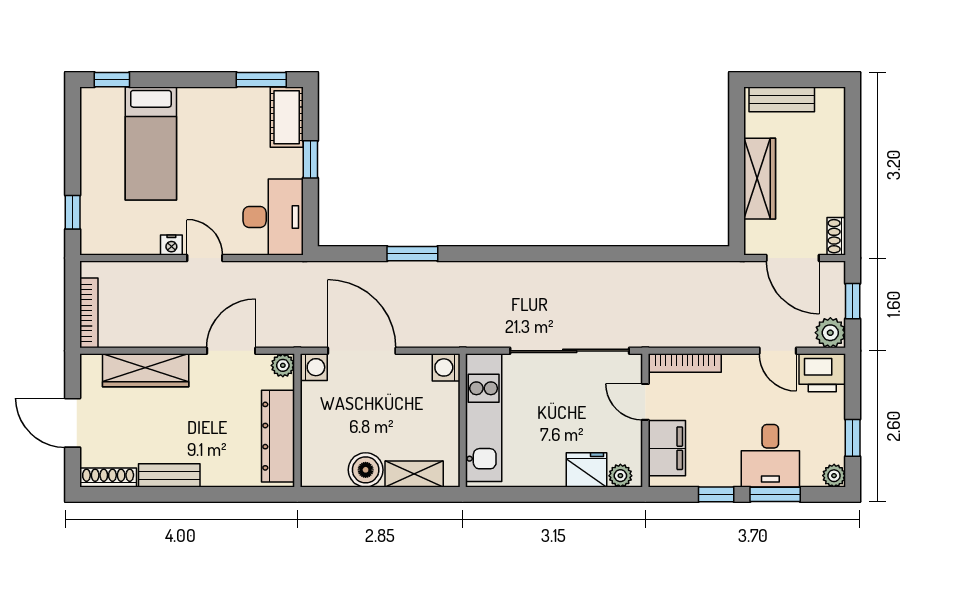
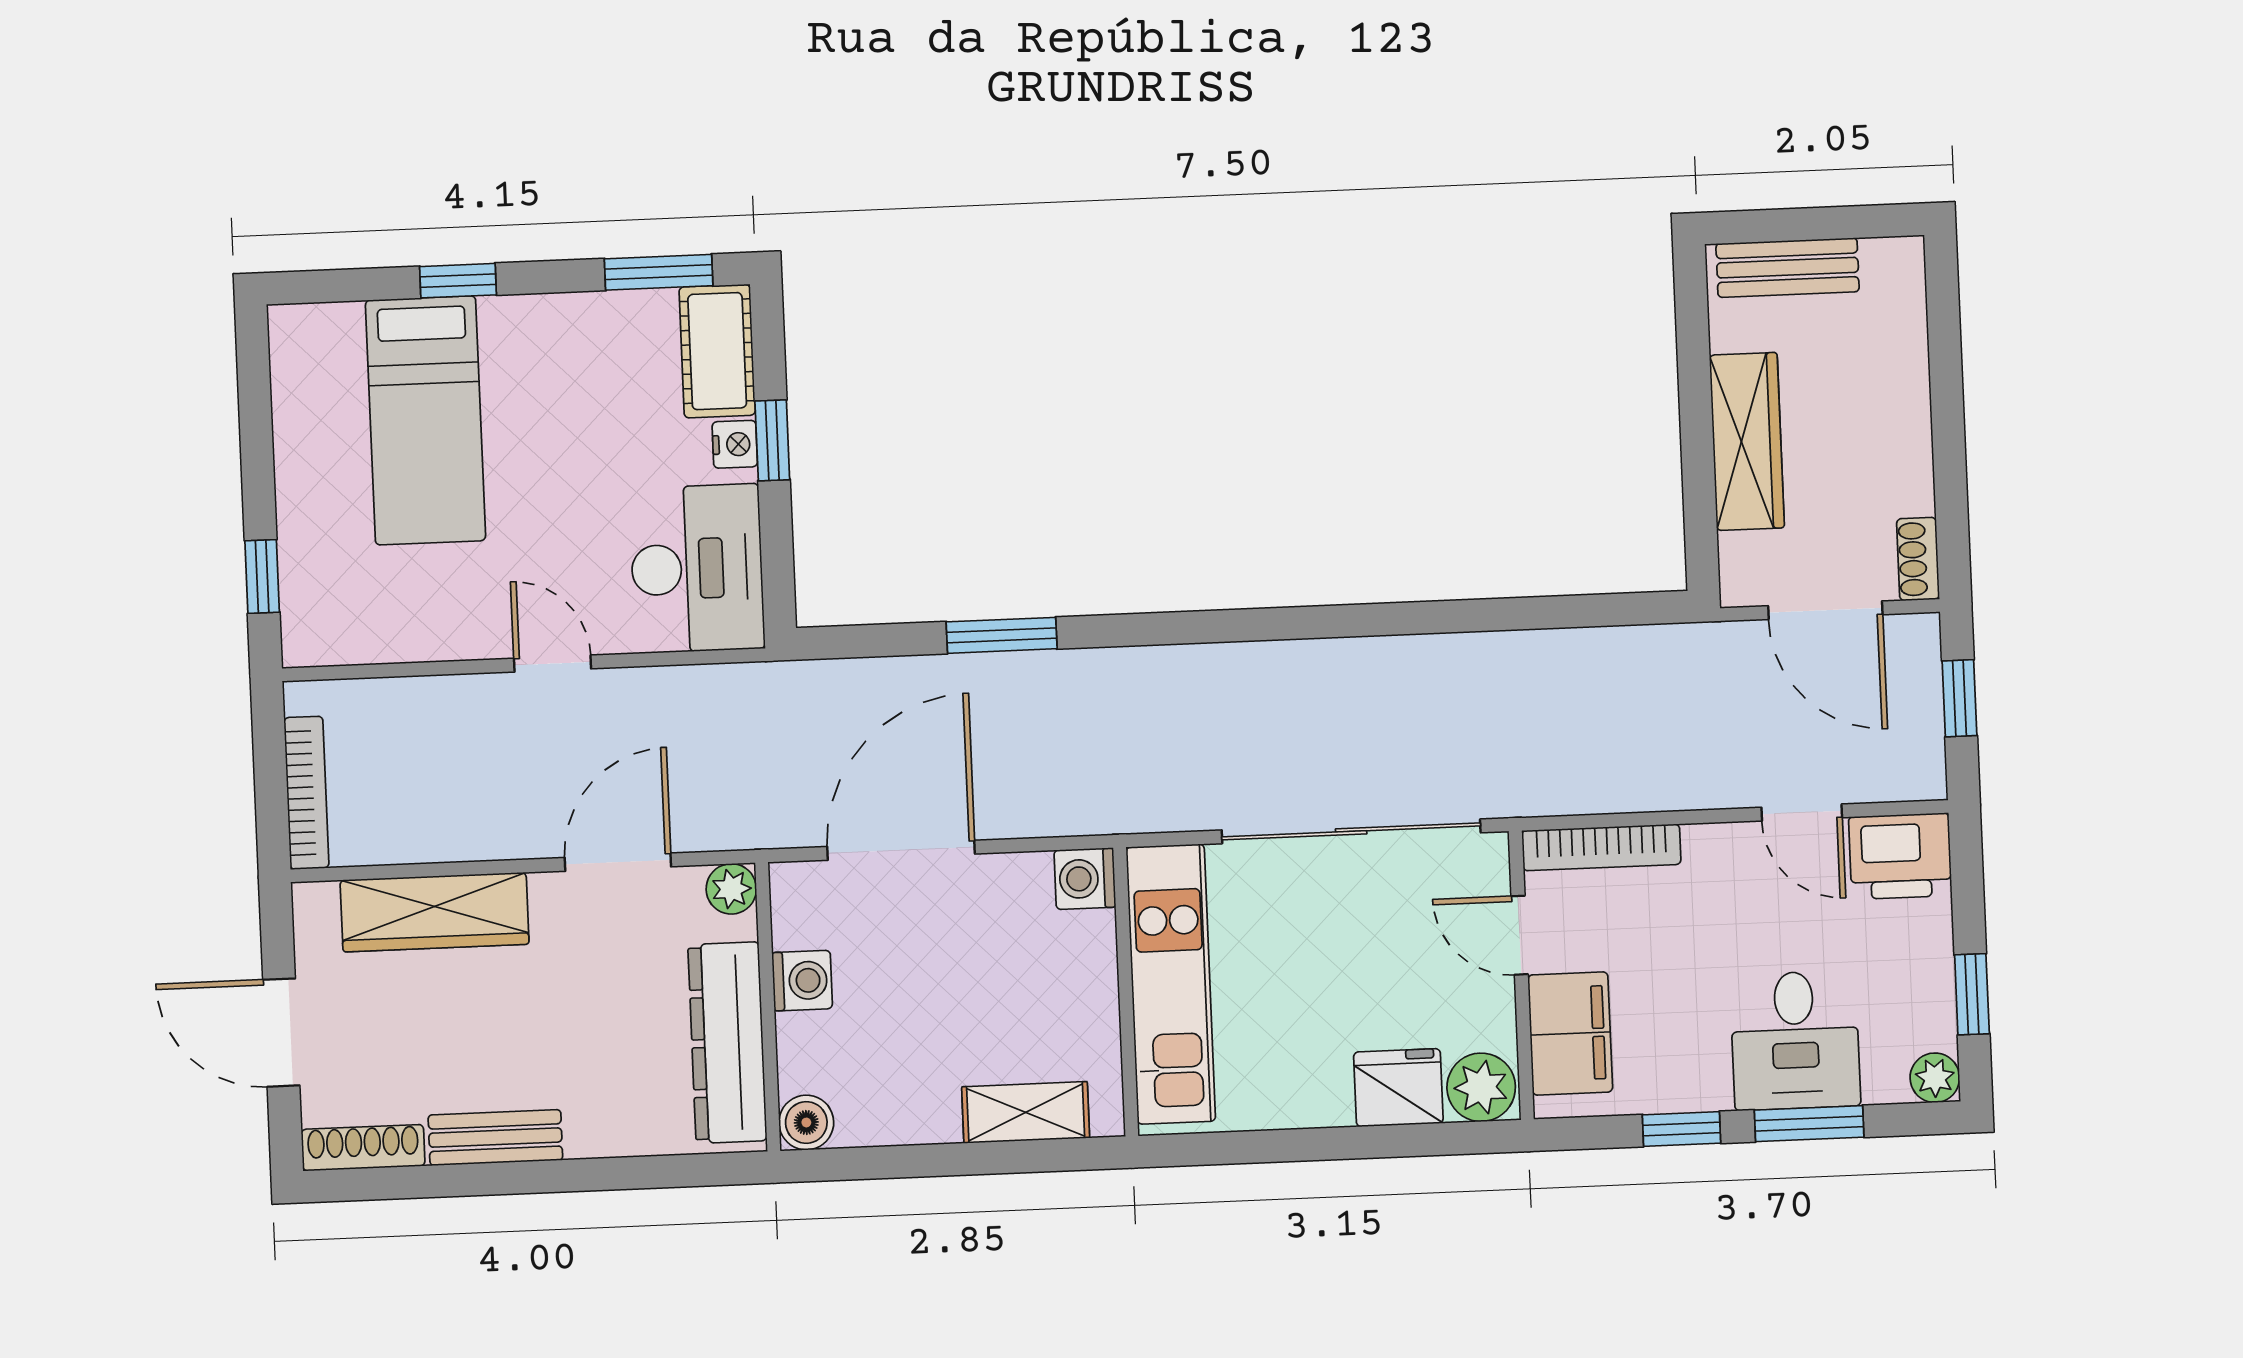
window: (112, 80) -> (458, 281), moved
nightstand: (171, 245) -> (735, 444), moved, turned -90
plant: (830, 333) -> (1914, 769), removed
door: (362, 351) -> (901, 850), hinge flipped
washing machine: (314, 367) -> (802, 981), moved
boiler: (366, 470) -> (806, 1122), moved, width x0.73, depth x0.73
plant: (620, 476) -> (1481, 1087), width x1.38, depth x1.38

